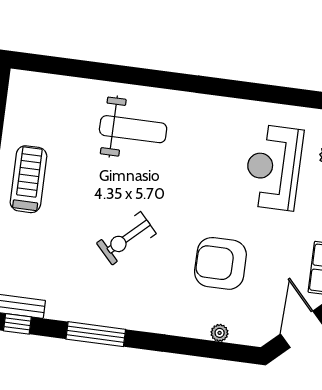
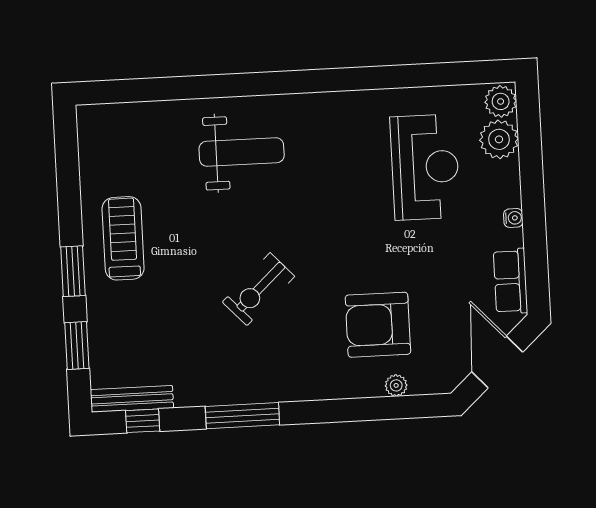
reception desk: (273, 167) -> (425, 167), turned 180
armchair: (220, 263) -> (378, 325), moved

